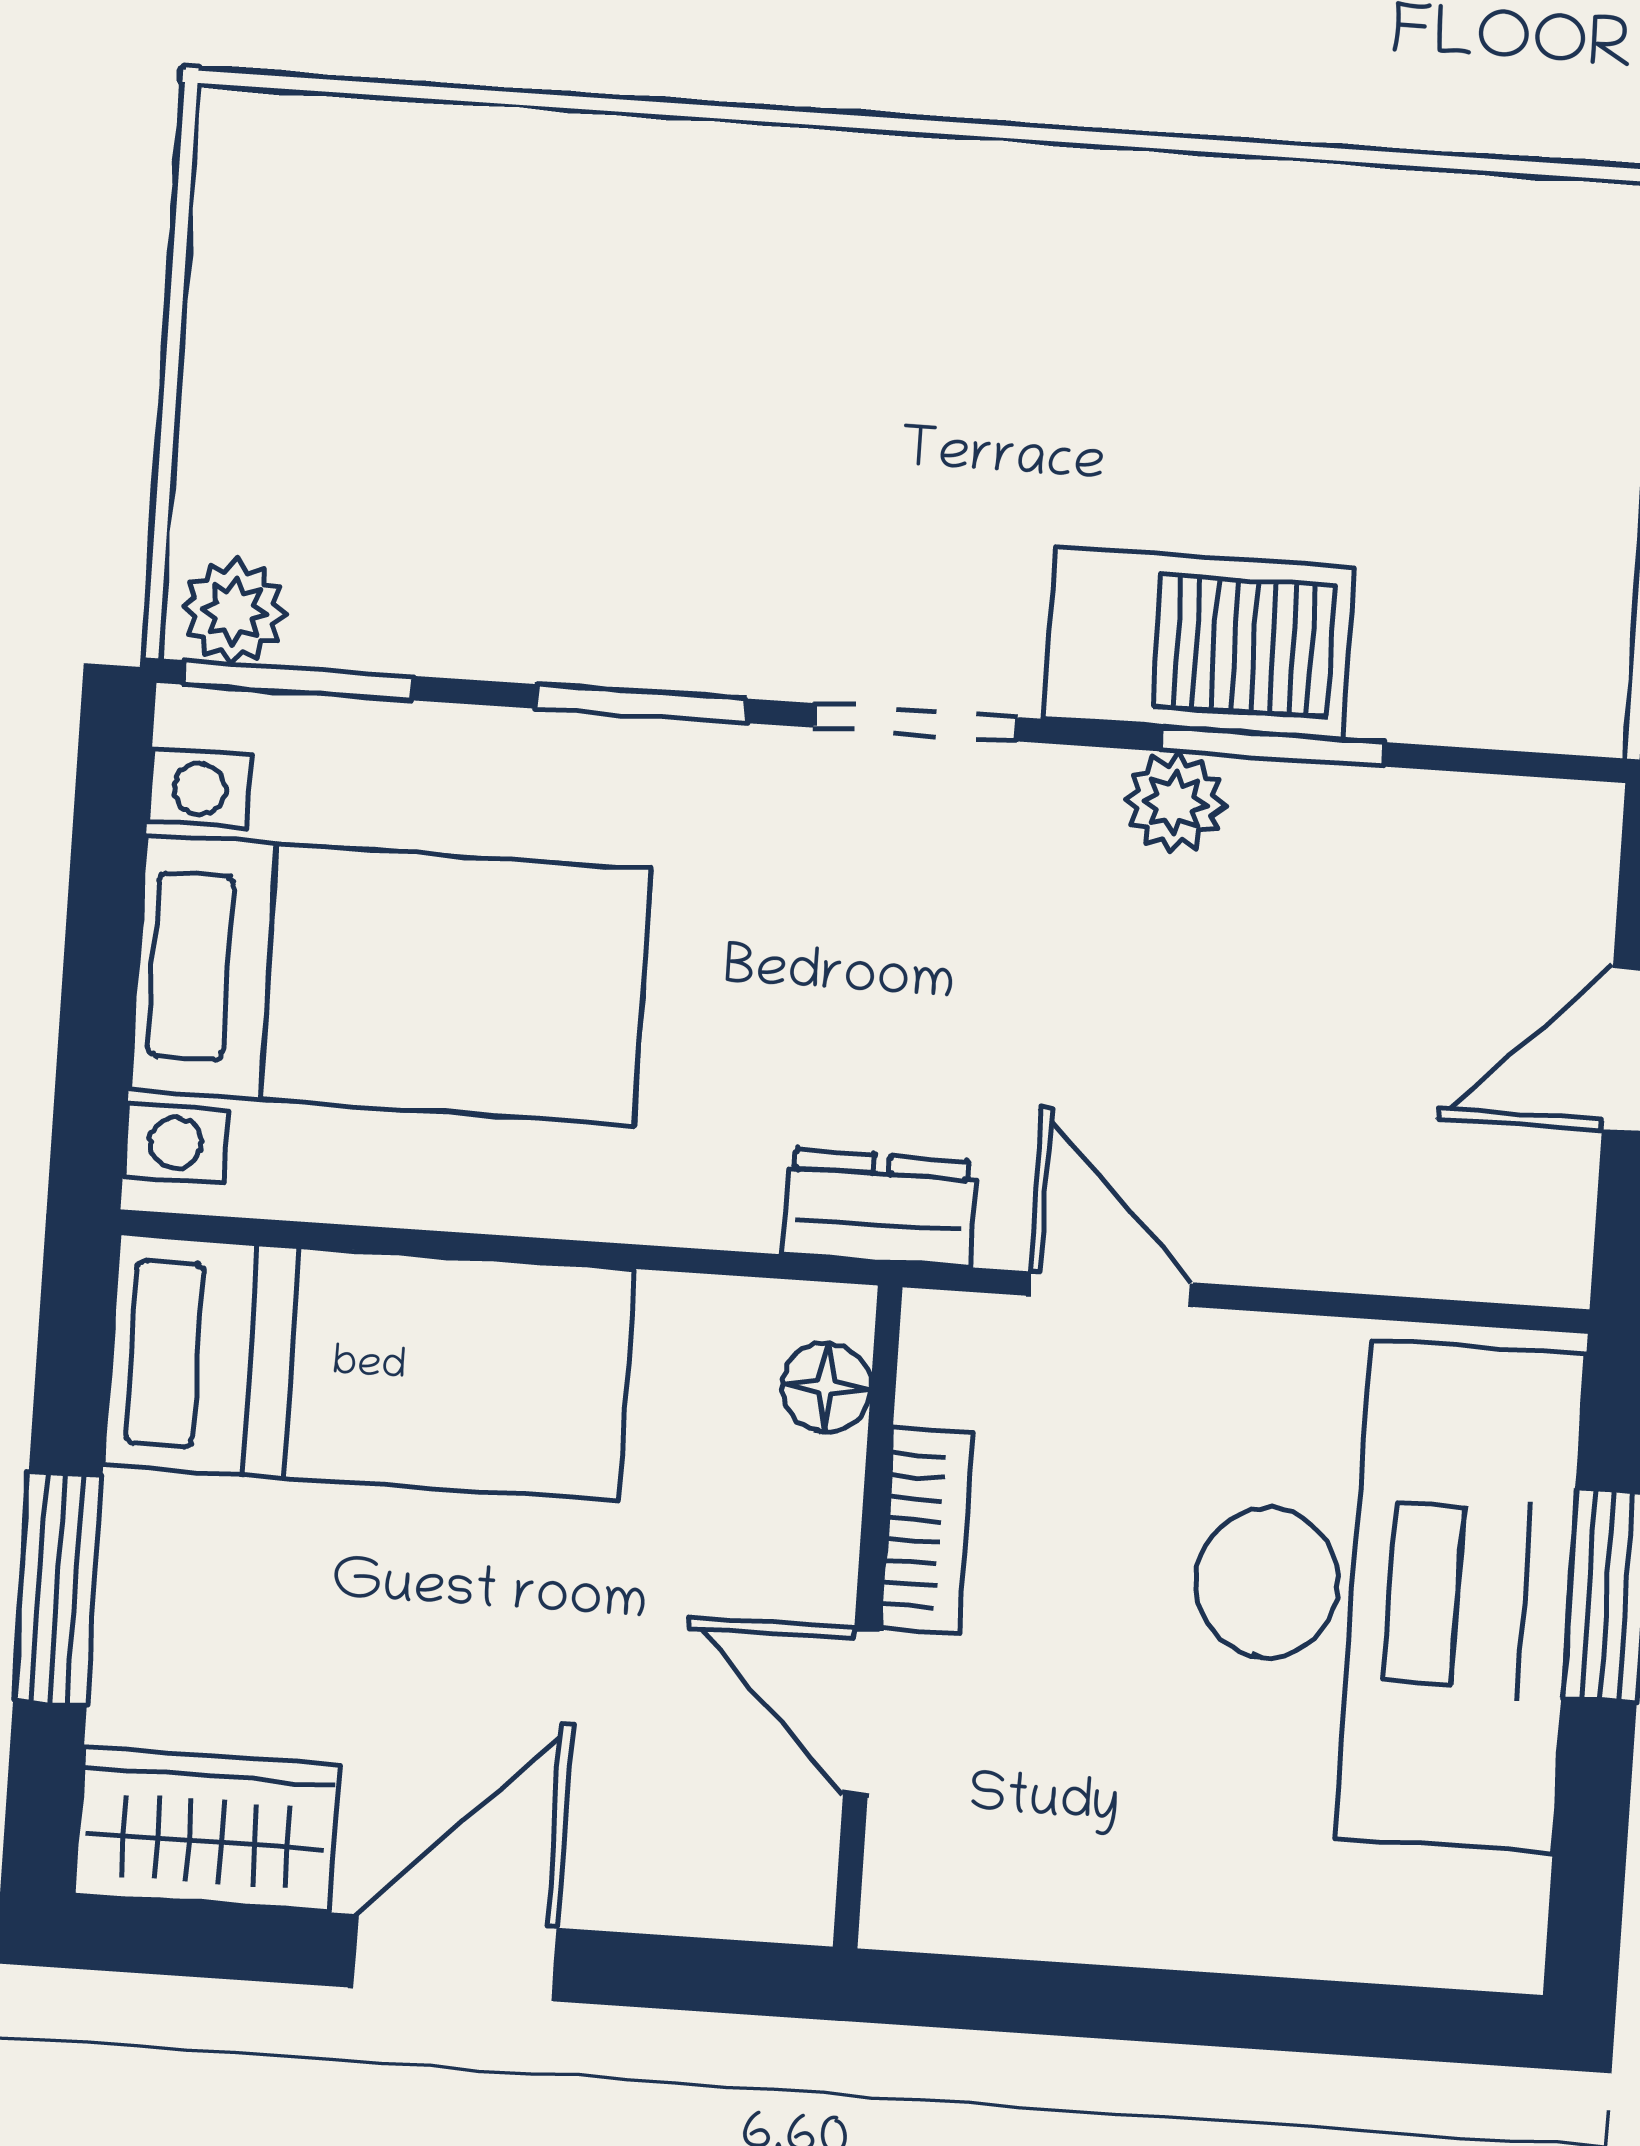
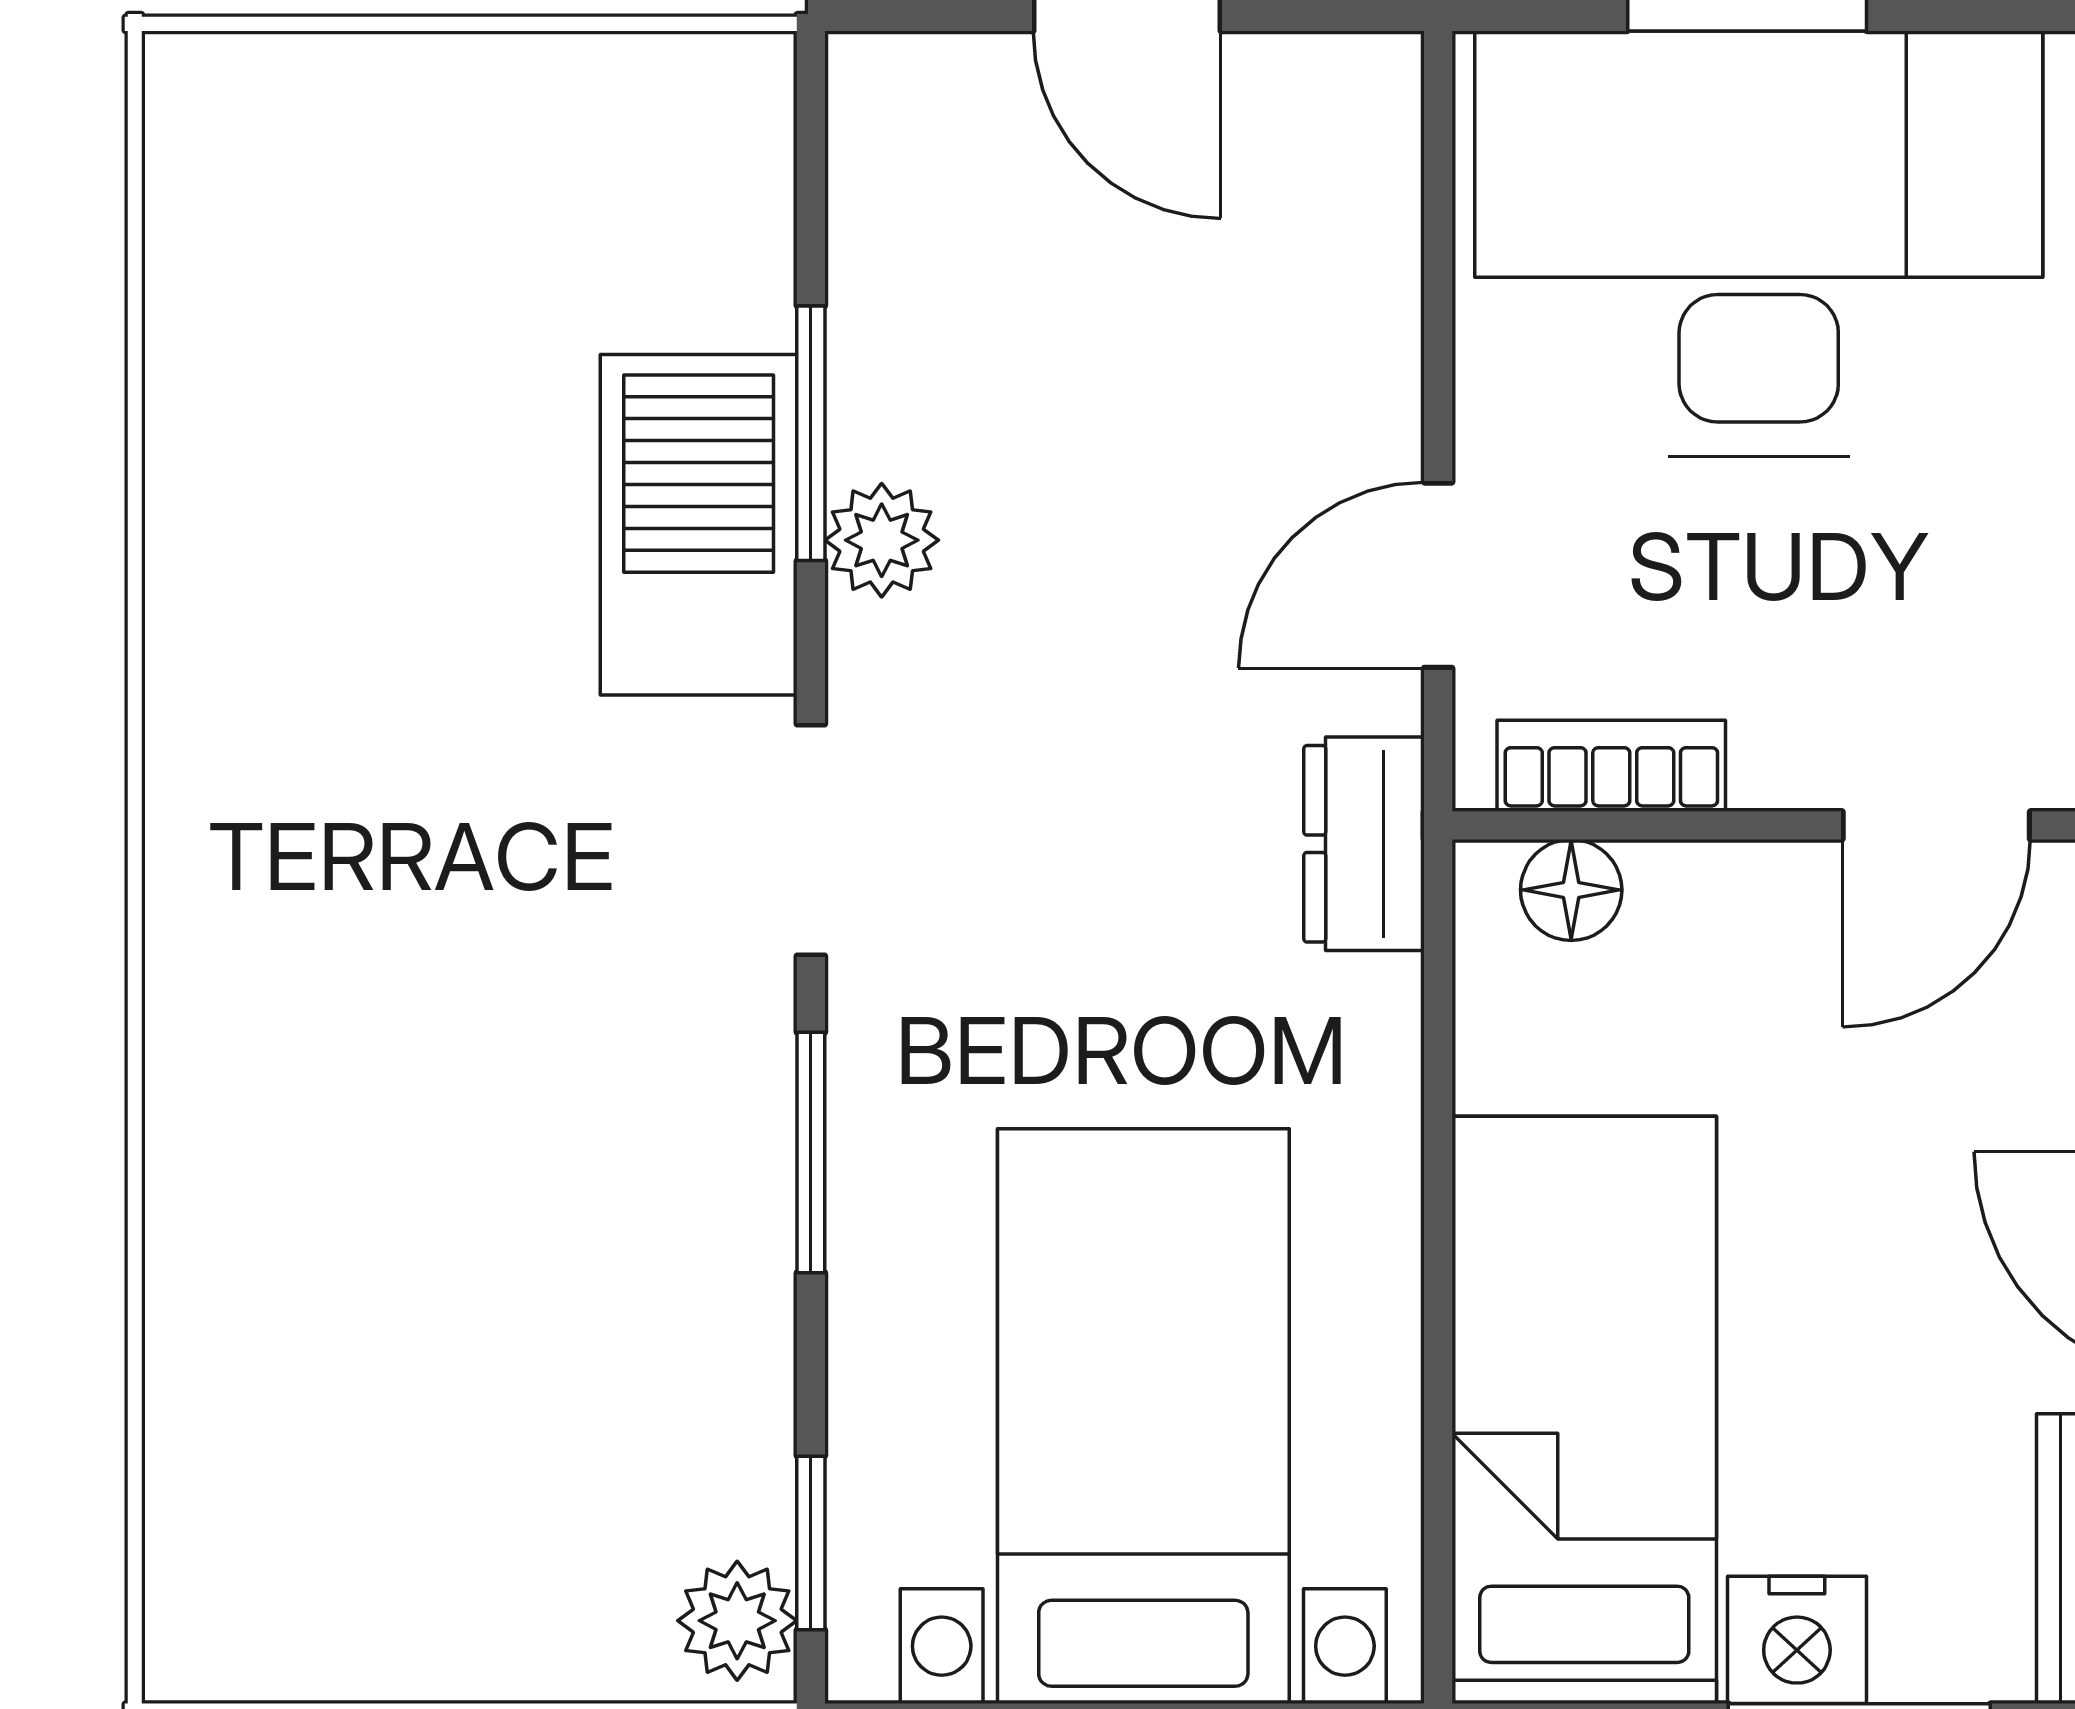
window: (298, 680) -> (811, 1543), width x0.67
bookcase: (926, 1531) -> (1611, 766), moved
nightstand: (154, 1540) -> (1797, 1640), added

